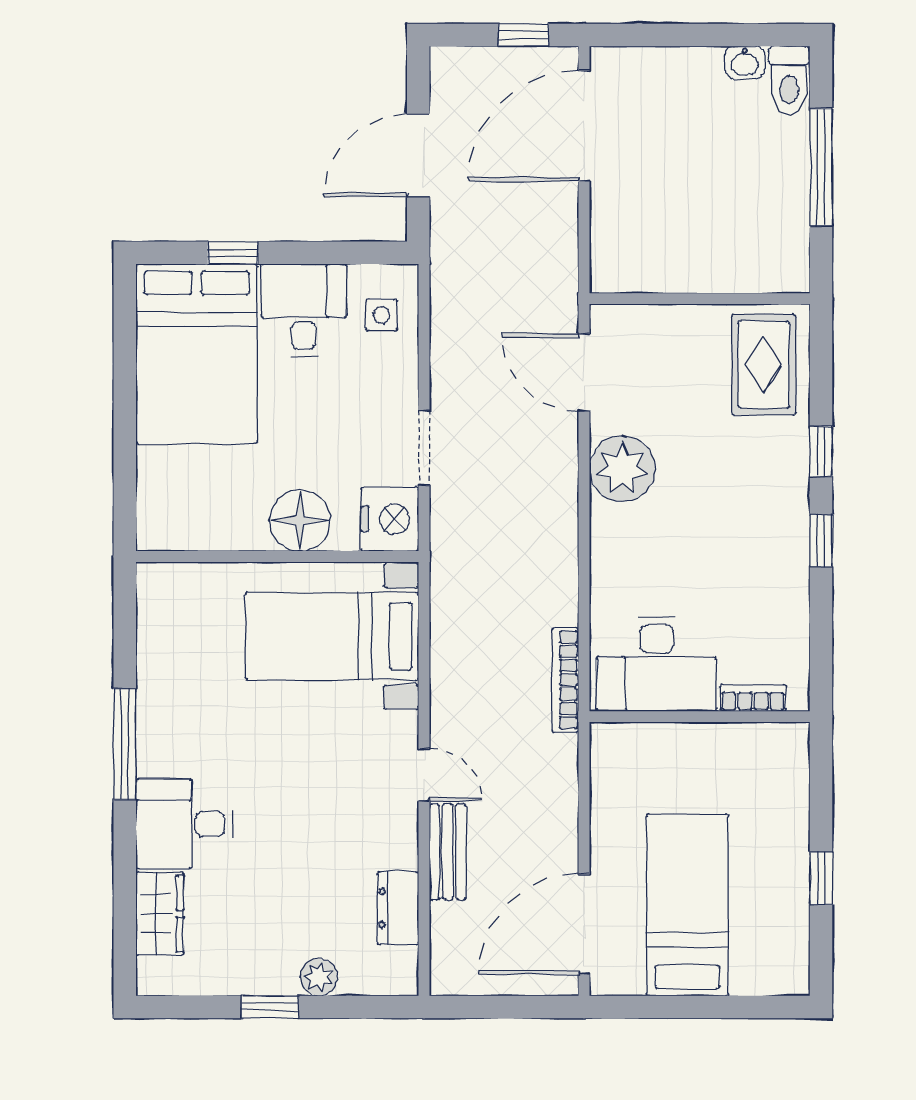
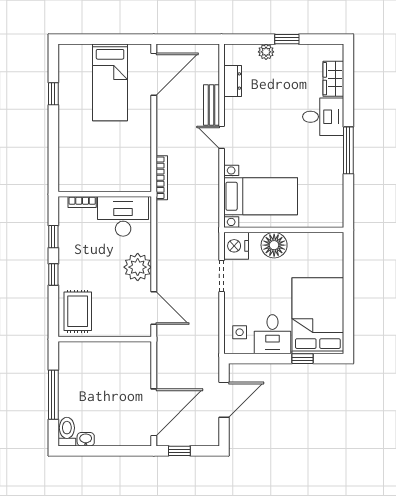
desk: (656, 664) -> (123, 216), moved
bookcase: (753, 698) -> (82, 202), moved
wall: (700, 717) -> (105, 194), moved

